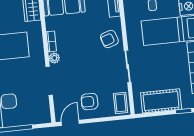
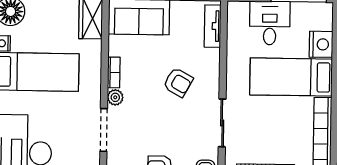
armchair: (109, 39) -> (178, 82), moved, turned -133

